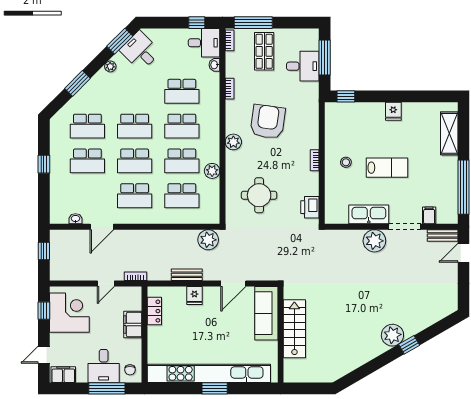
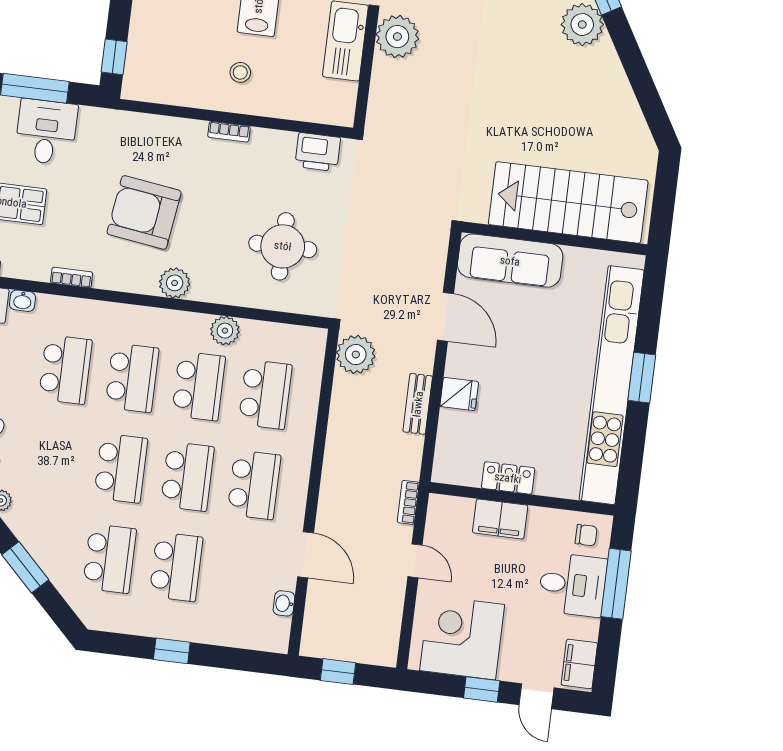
window: (44, 311) -> (482, 689), moved
locker: (154, 311) -> (508, 478), moved
stairs: (294, 329) -> (568, 202), width x1.36, depth x1.51

